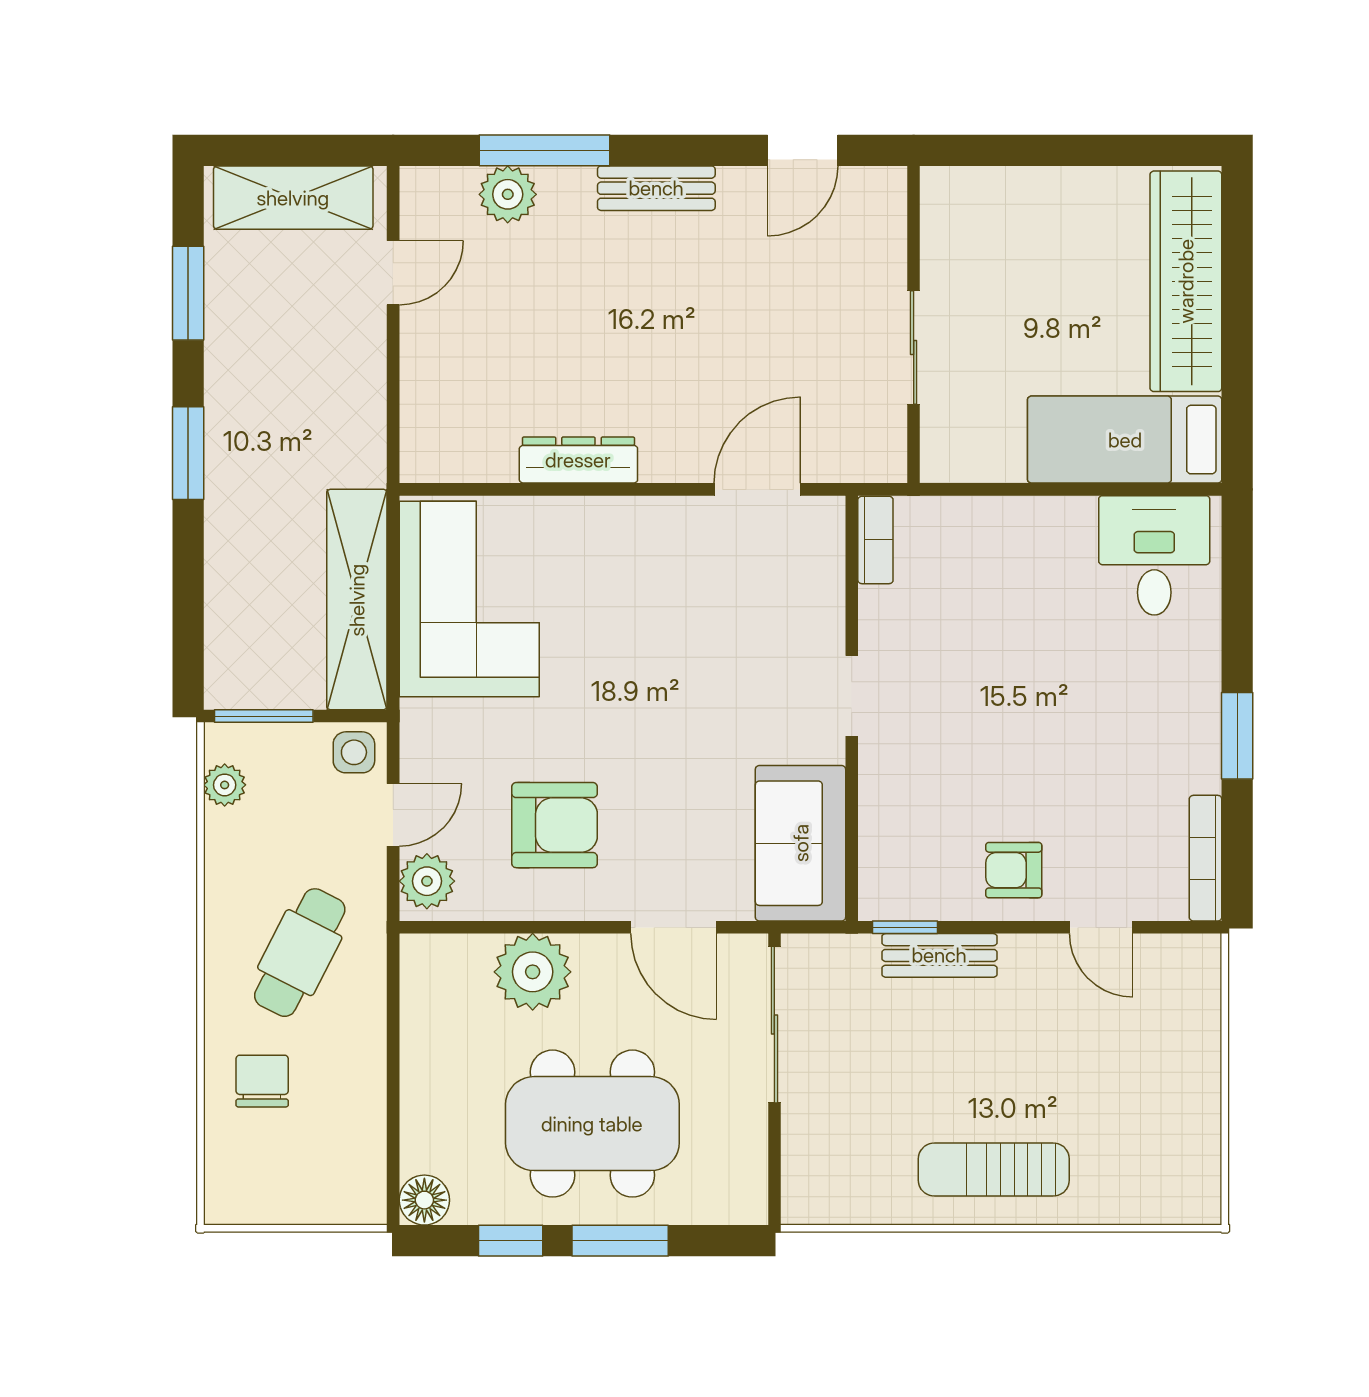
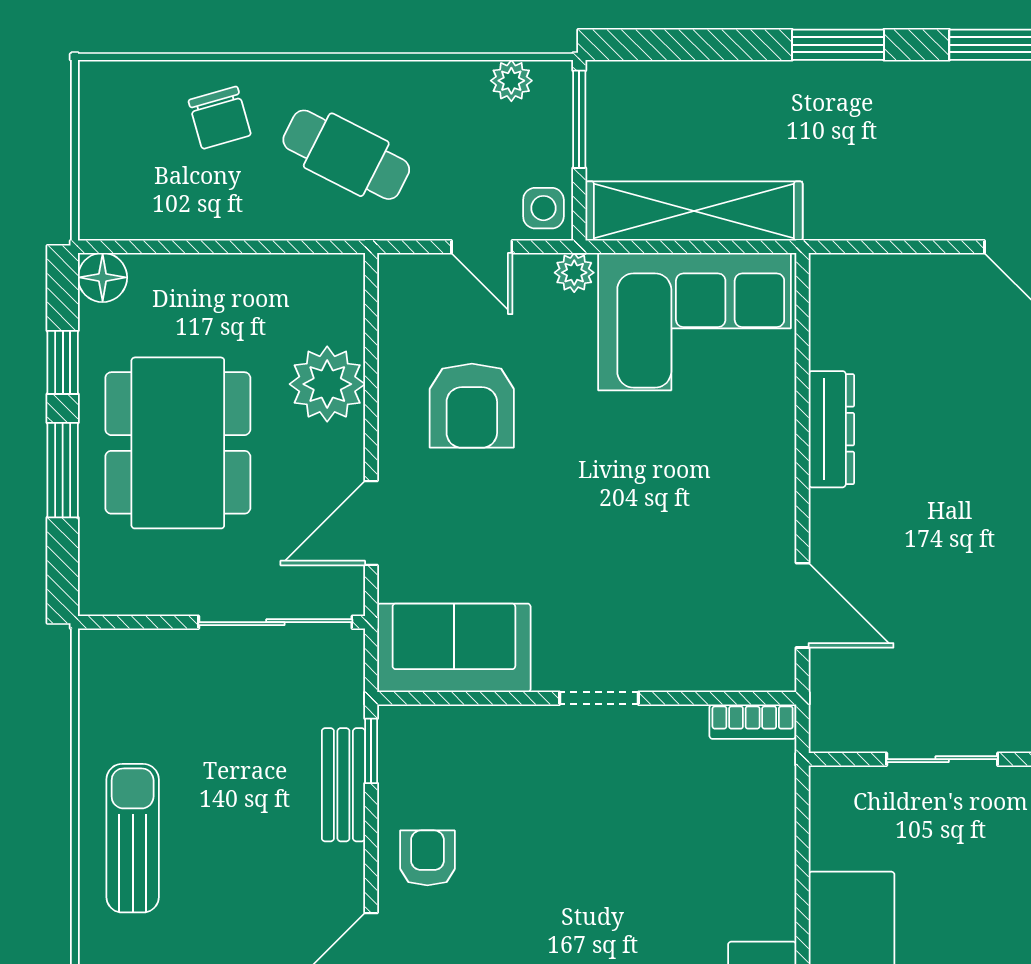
plant: (427, 881) -> (574, 273), moved, width x0.73, depth x0.73
chair: (262, 1081) -> (220, 118), turned 74

